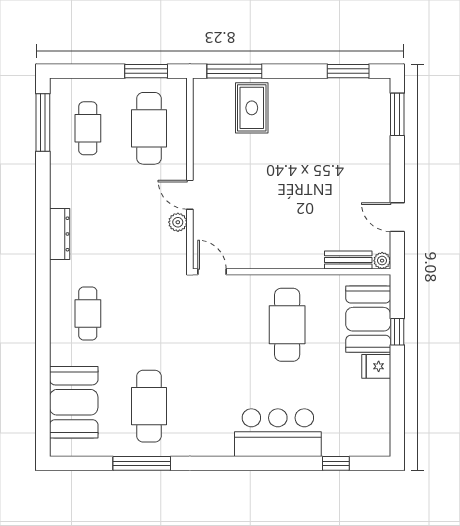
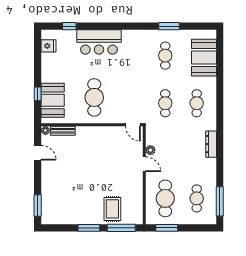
window: (348, 71) -> (89, 228), moved
cafe table: (149, 314) -> (165, 103), added
fridge: (376, 366) -> (48, 46), moved
cafe table: (149, 406) -> (165, 56), width x0.73, depth x0.74
window: (142, 463) -> (169, 26), width x0.69

